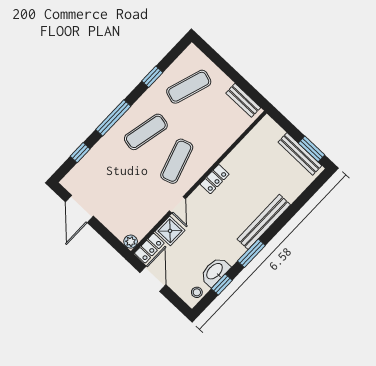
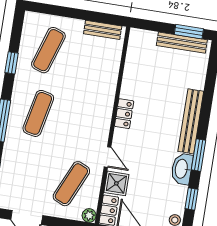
exercise mat: (177, 161) -> (71, 184), moved, turned 42
washbasin: (215, 272) -> (182, 169), moved

